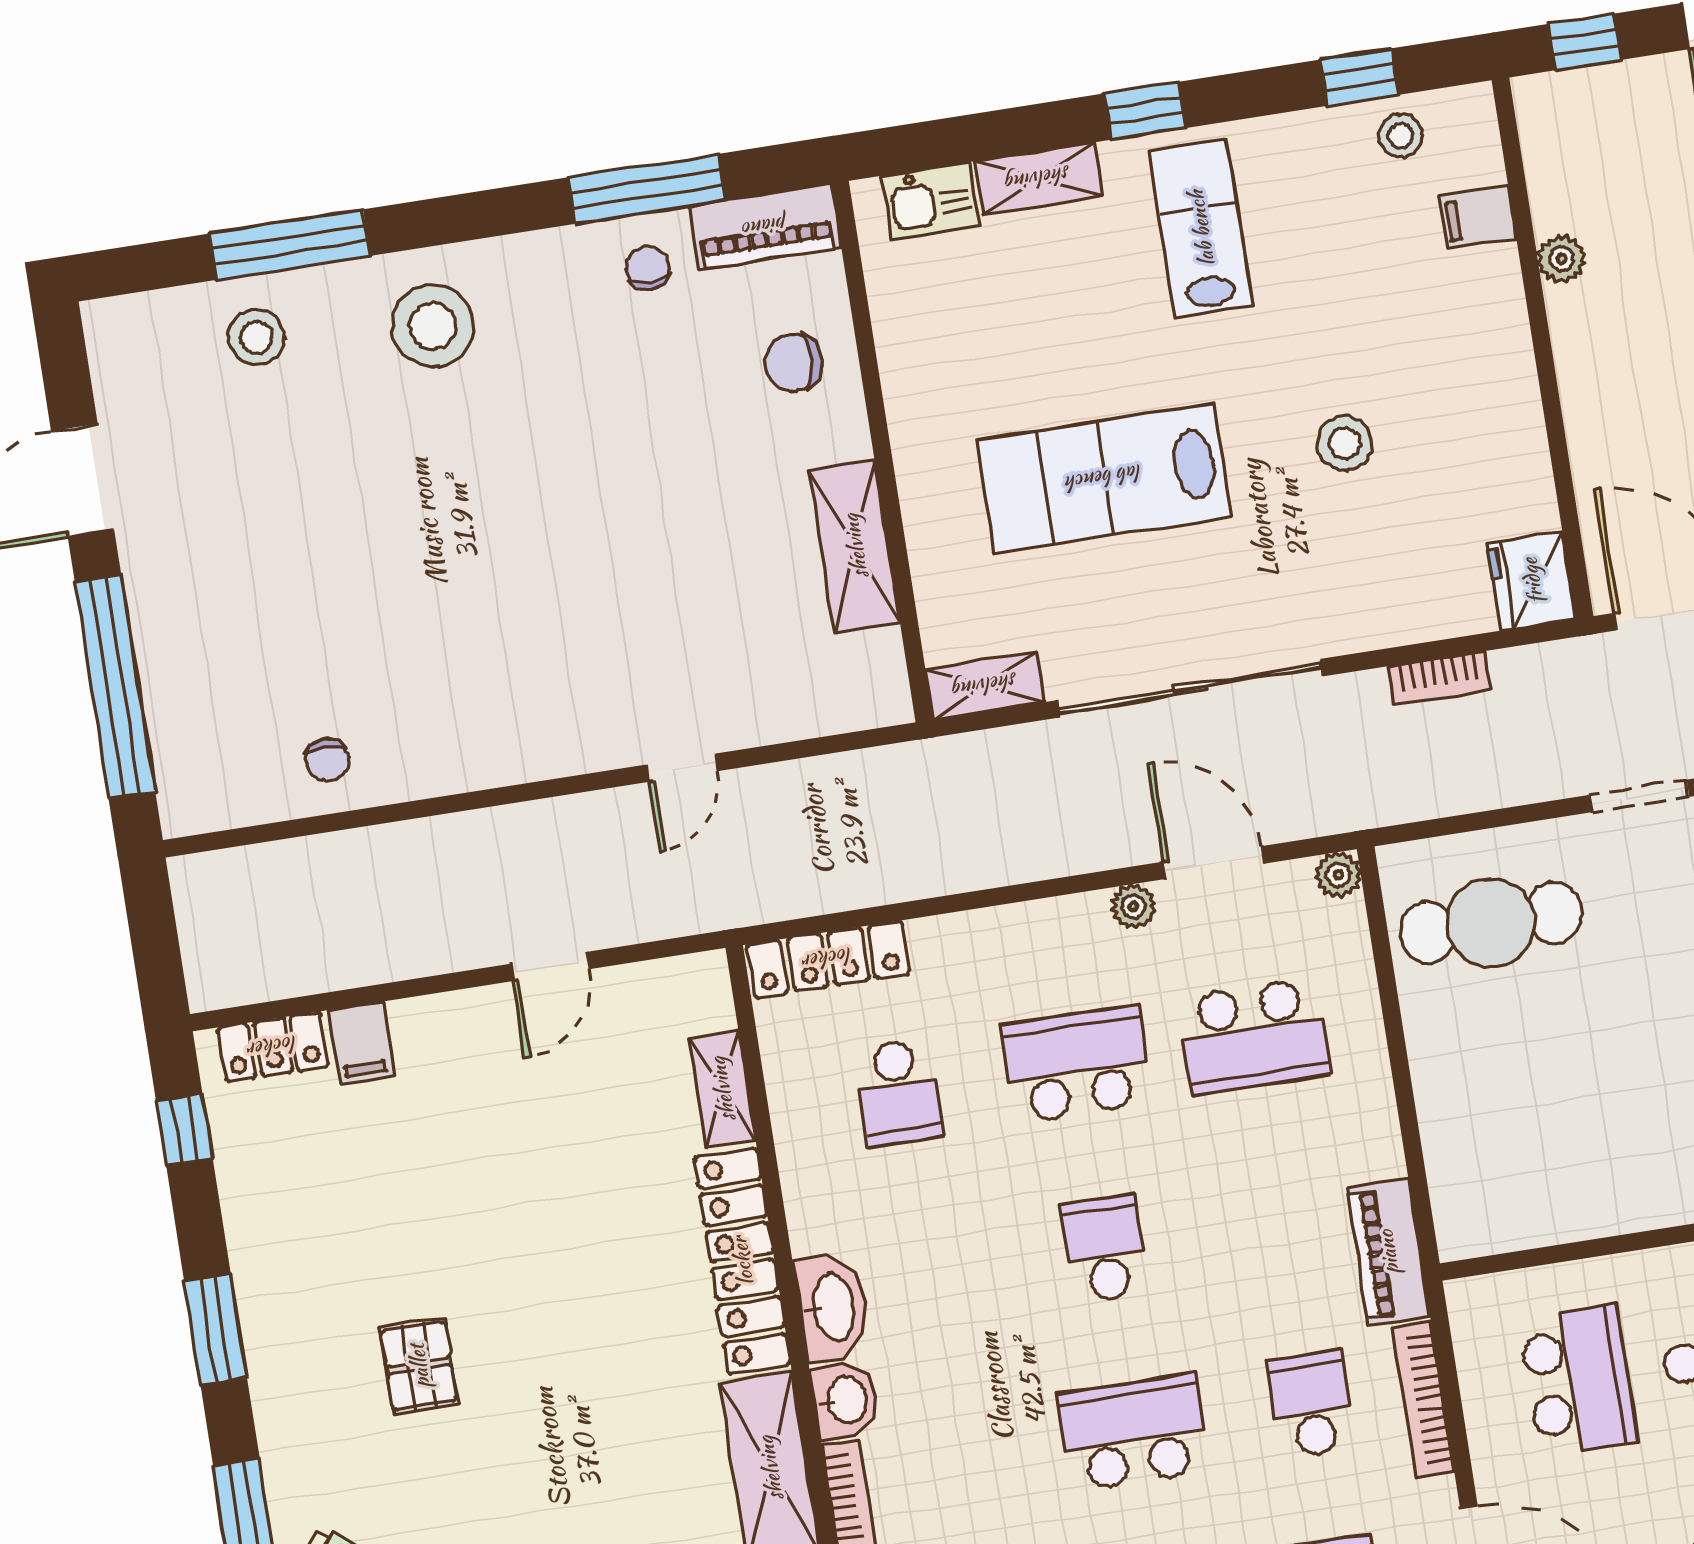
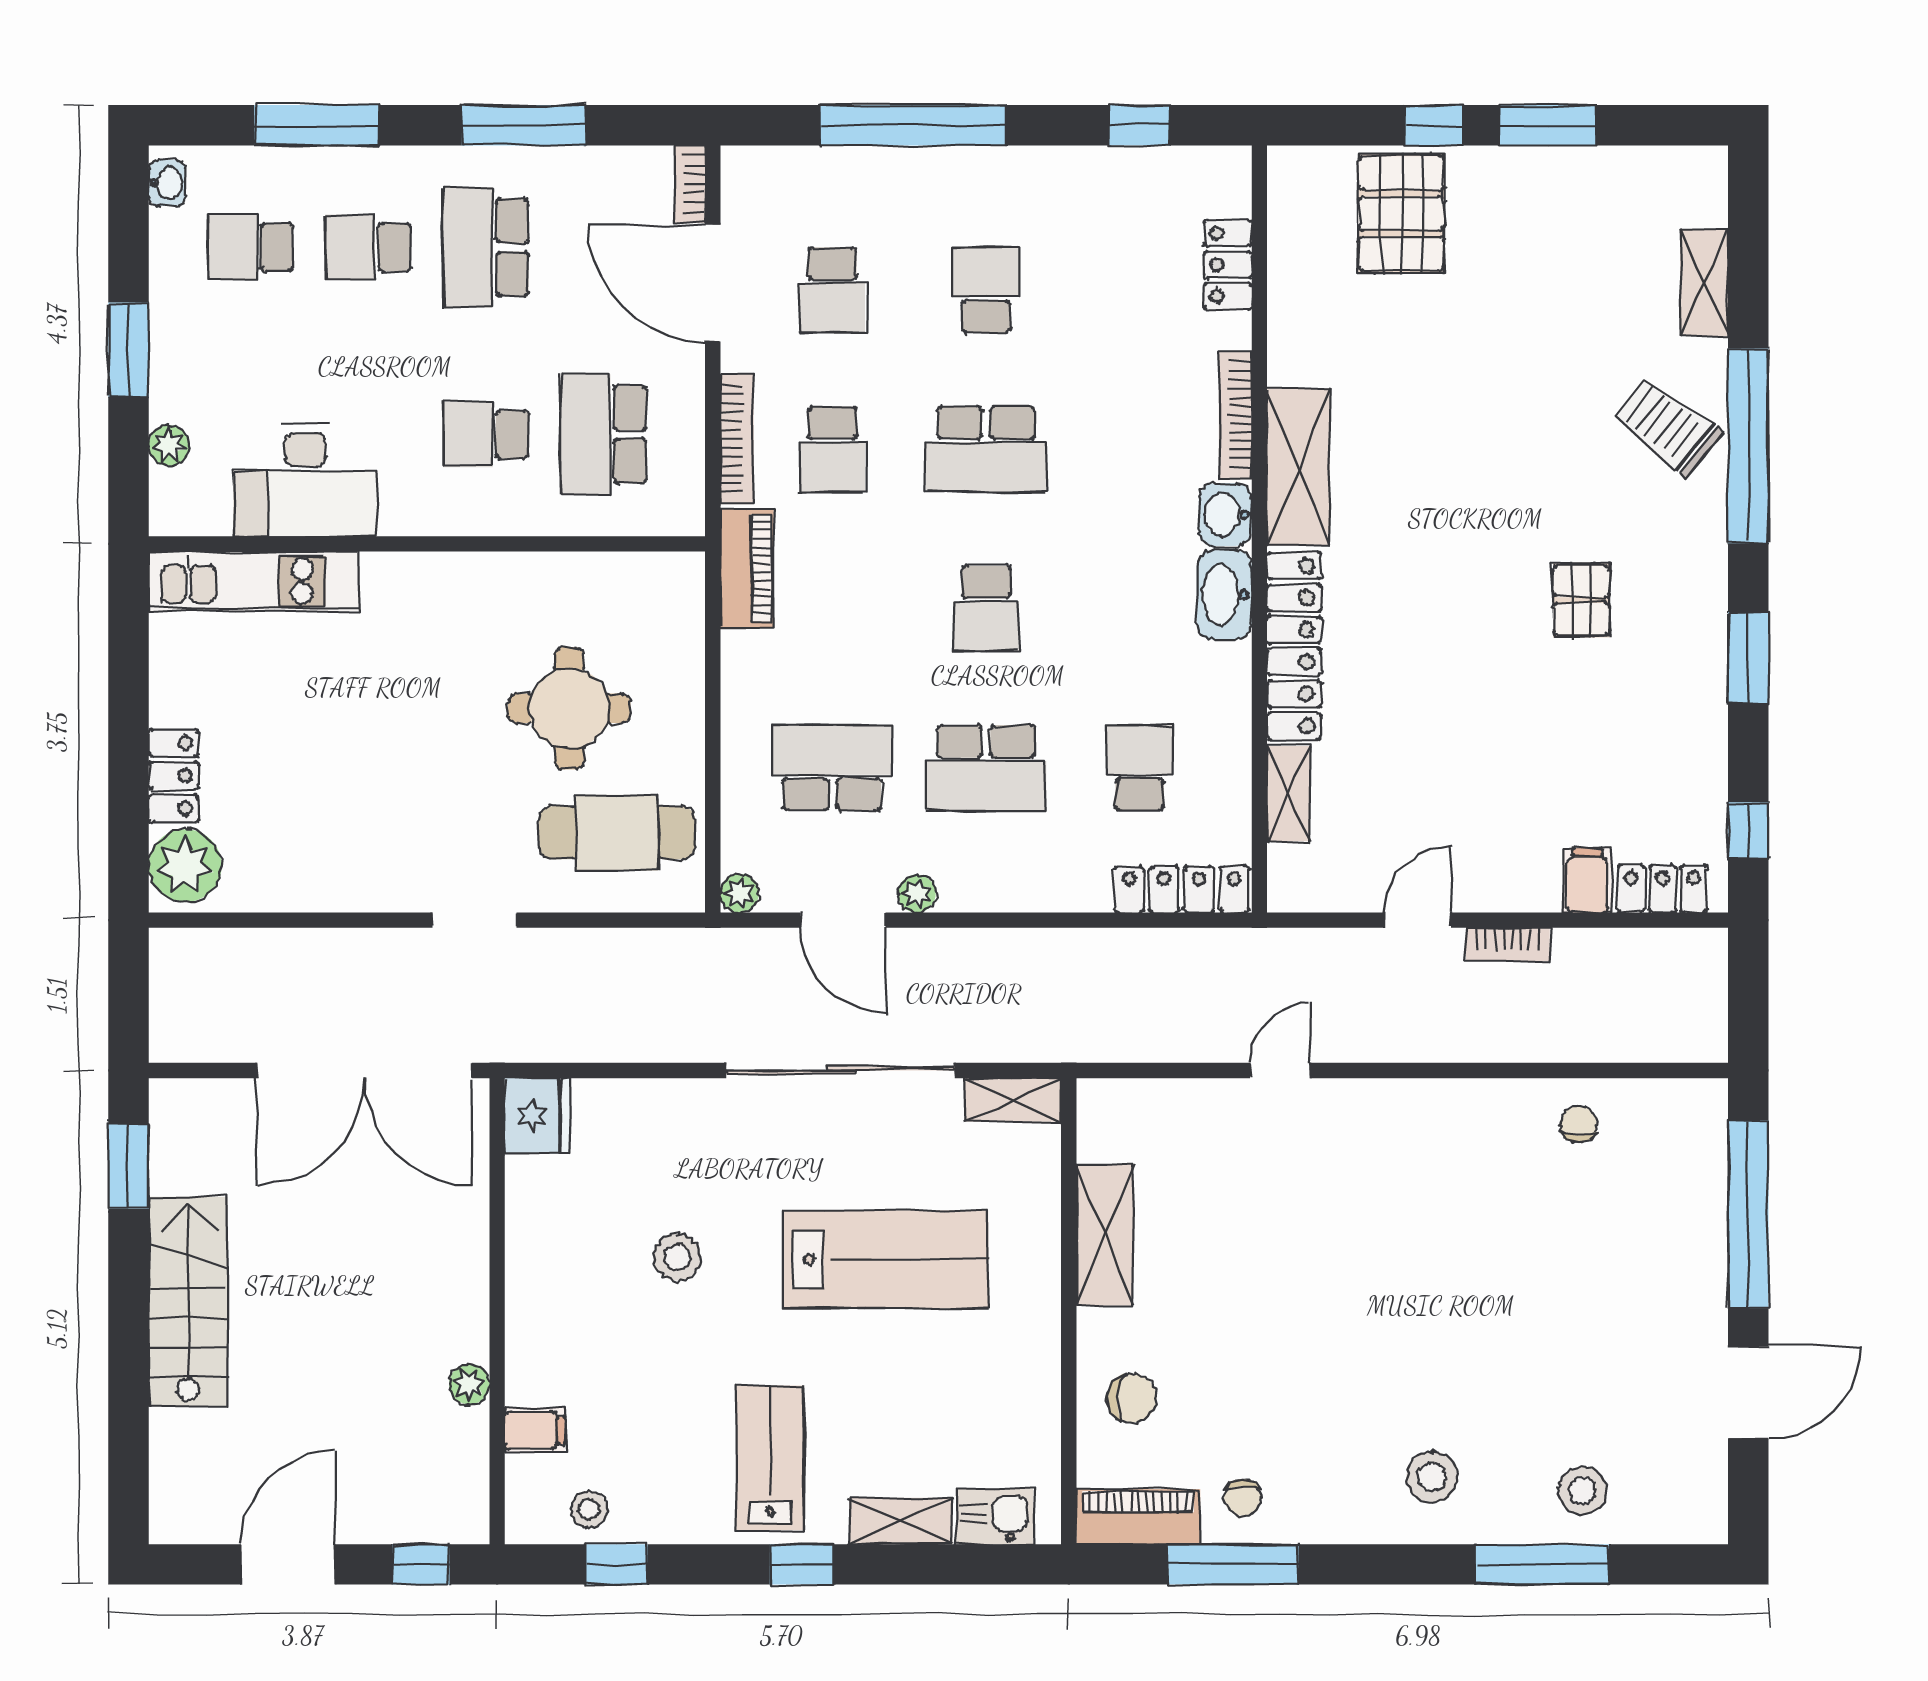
lab bench: (1201, 228) -> (770, 1458), turned 180
stool: (433, 326) -> (1432, 1477), width x0.73, depth x0.73
bookcase: (1439, 678) -> (1508, 944), moved, turned 180
round table: (1568, 1058) -> (569, 708), added

